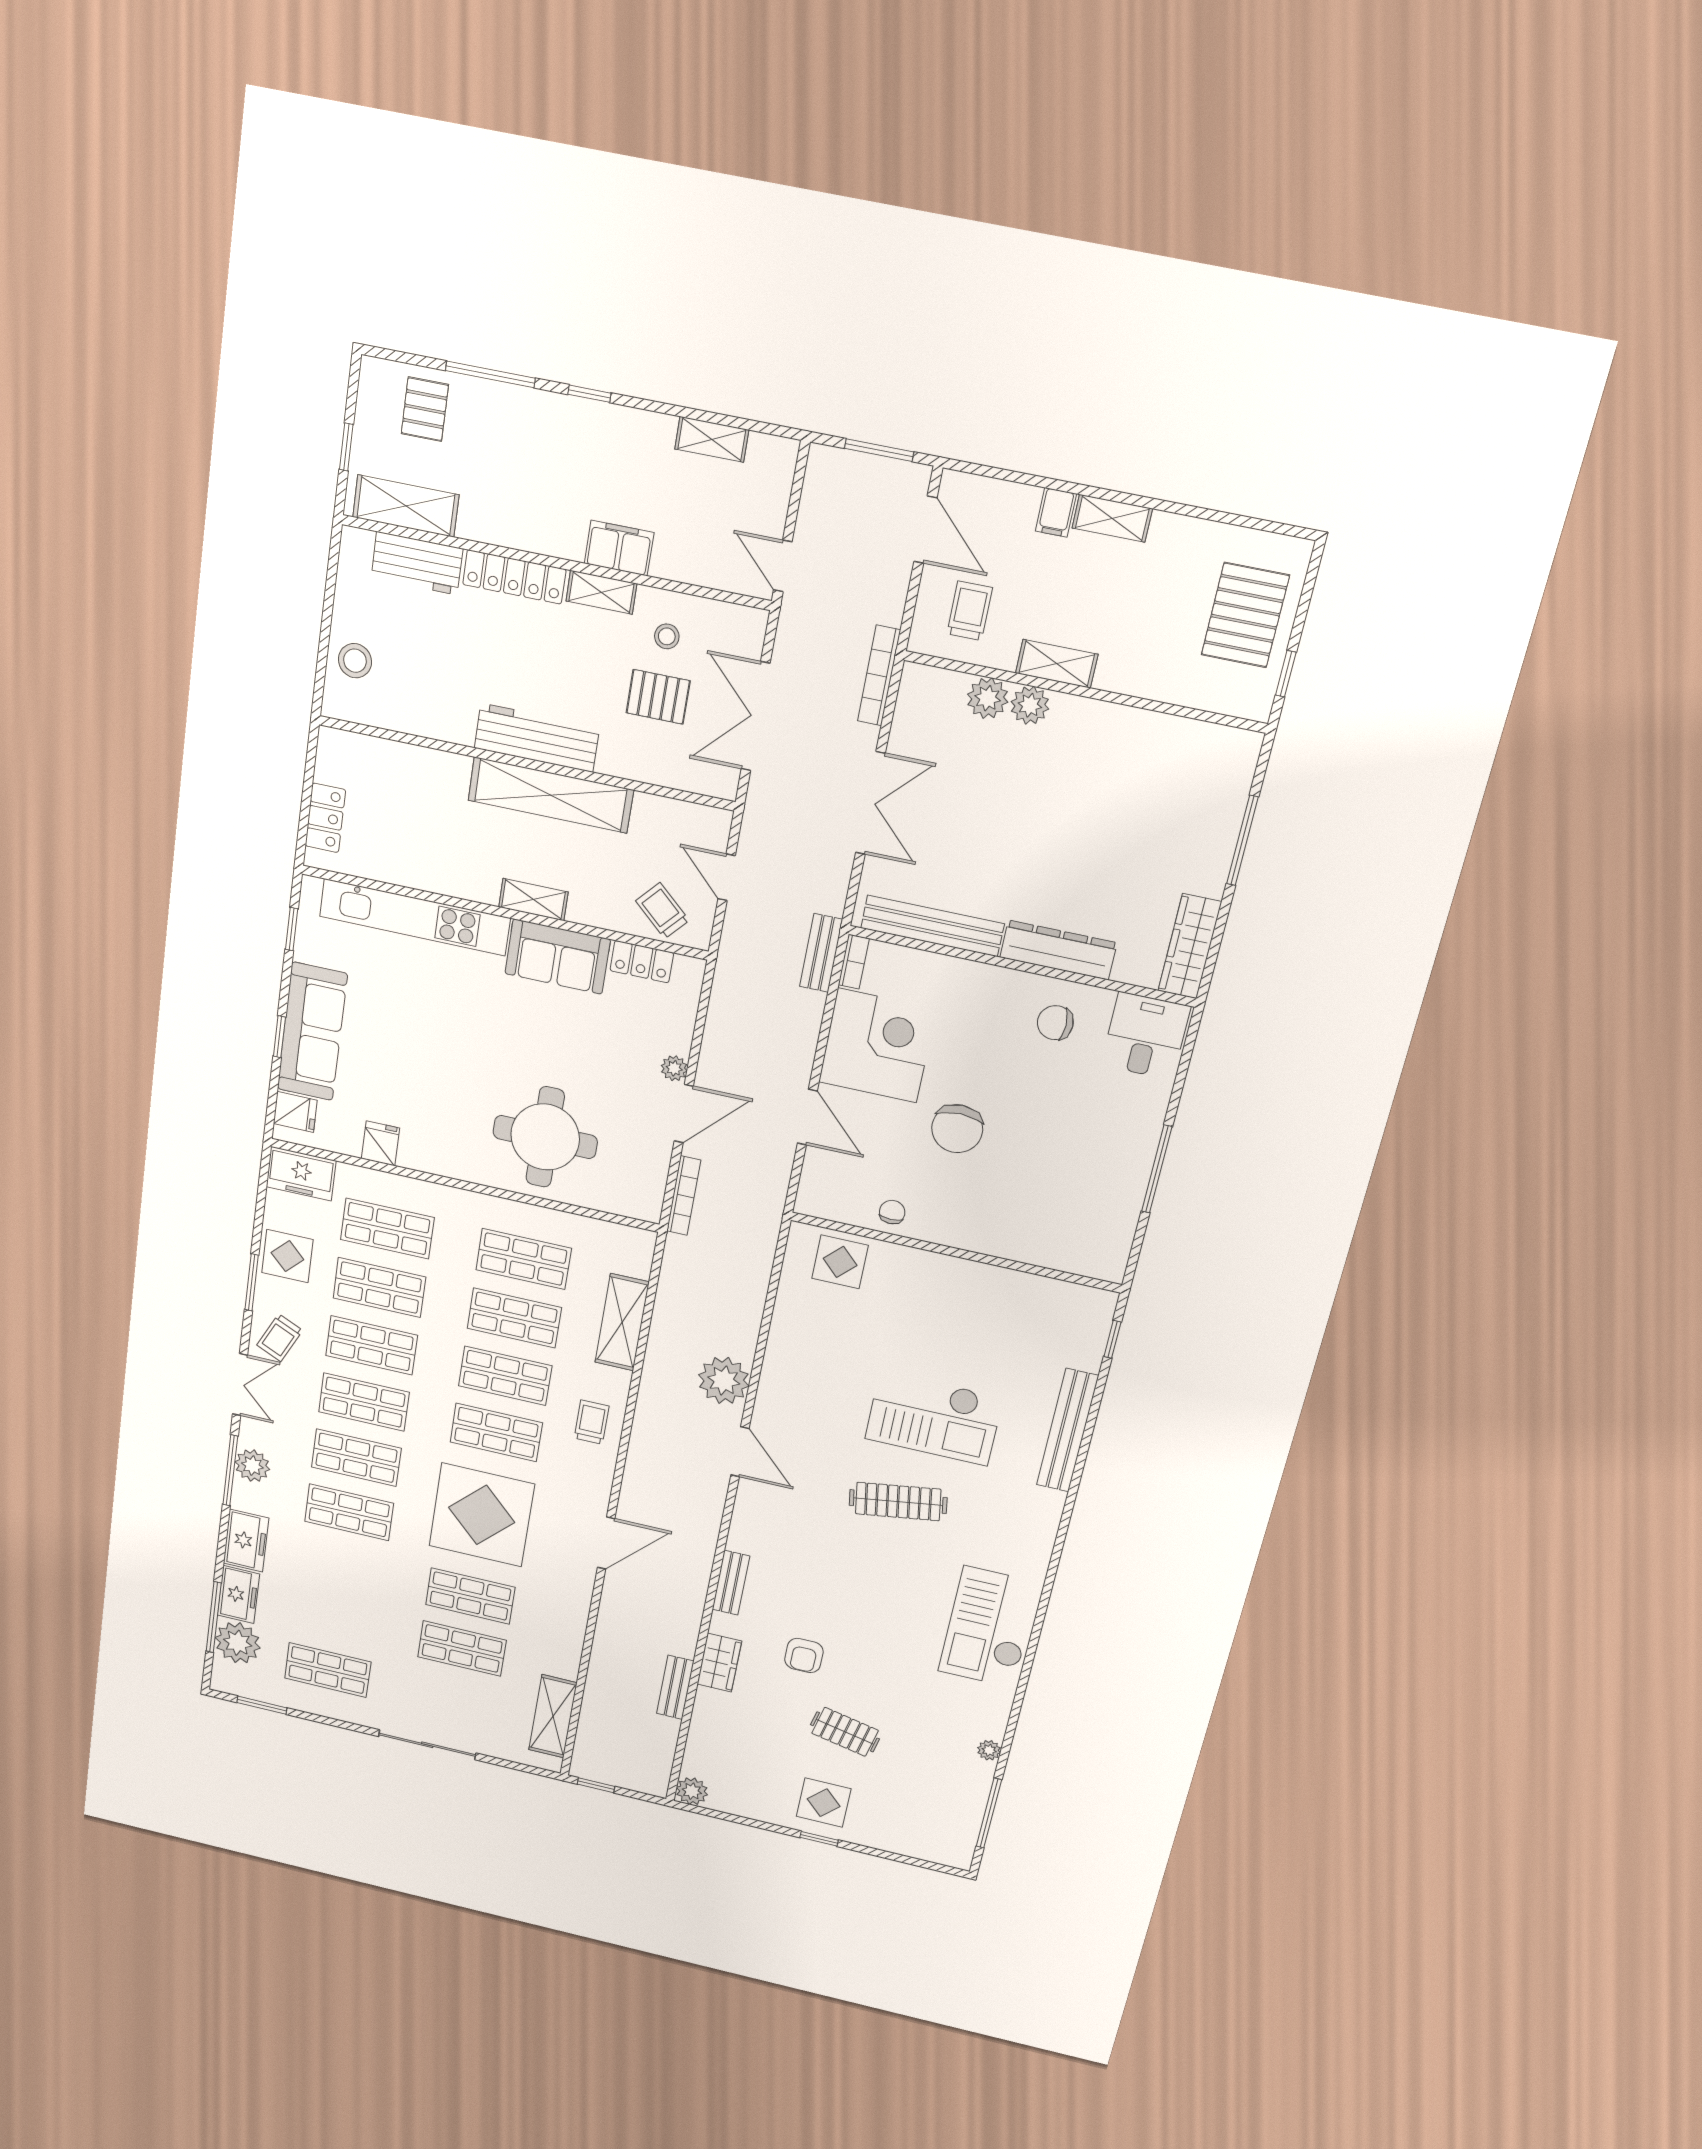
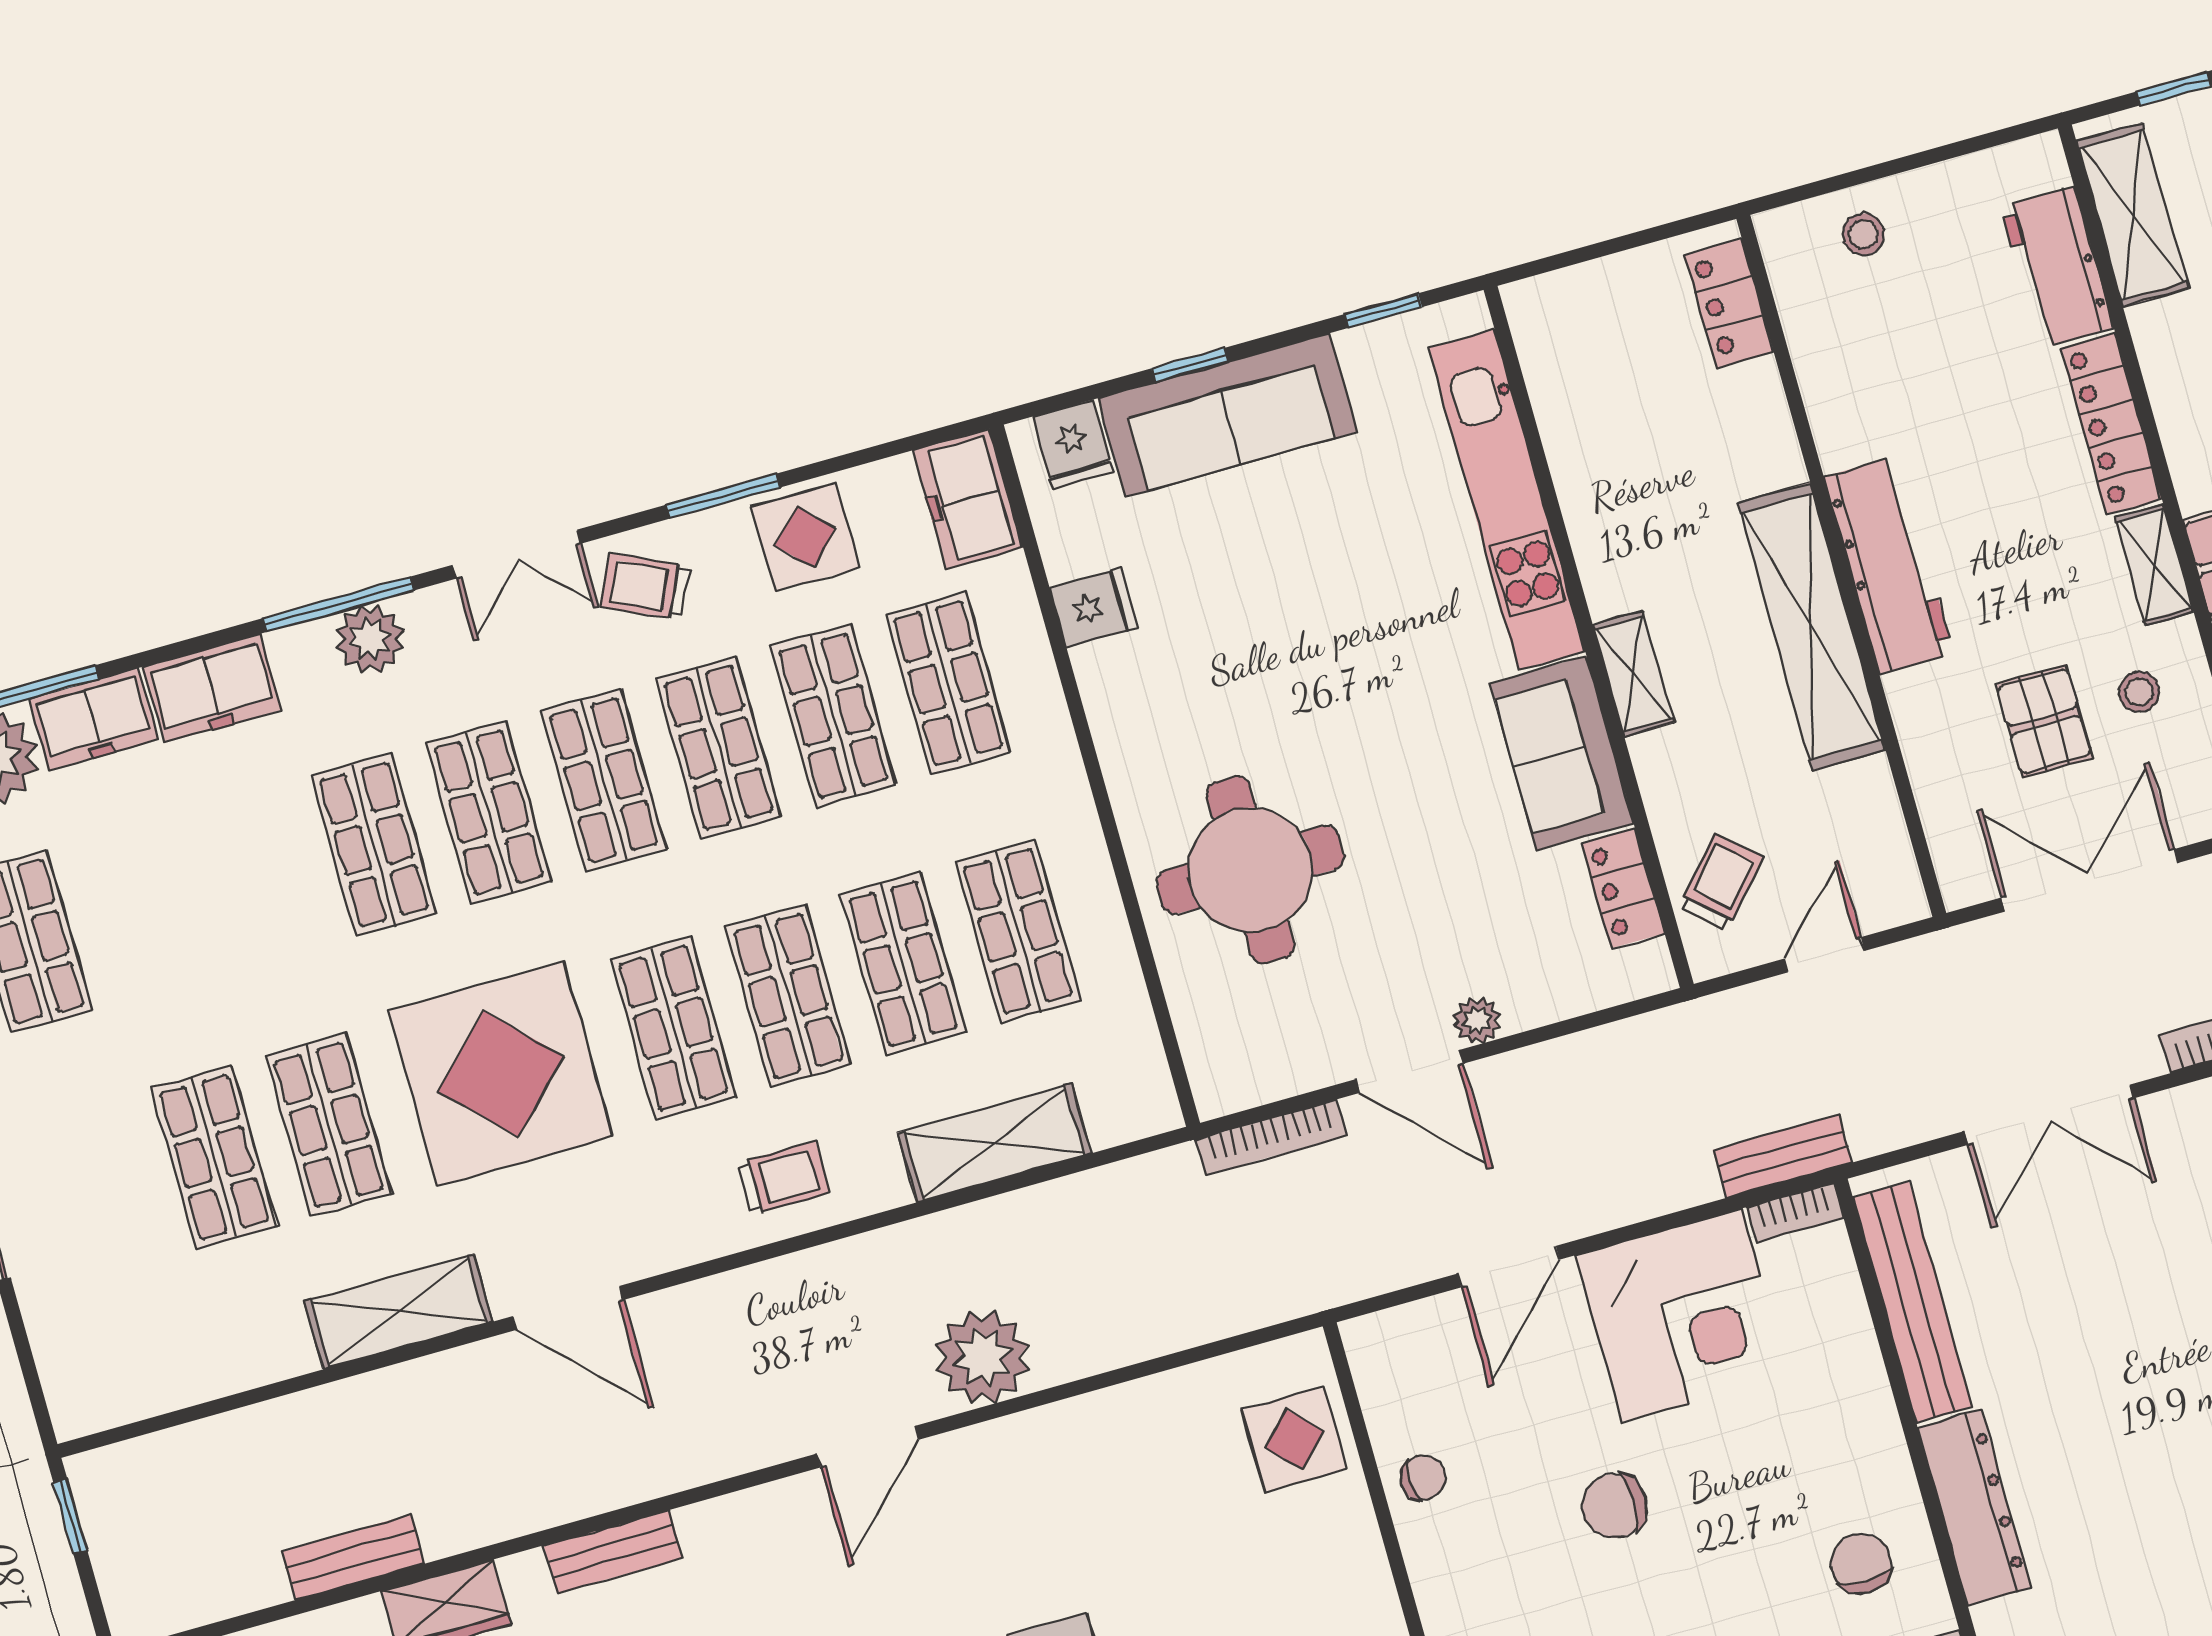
stool: (355, 661) -> (1863, 234), width x0.73, depth x0.73
locker: (325, 818) -> (1729, 303), moved, turned 90
chair: (957, 1129) -> (1615, 1506), width x0.73, depth x0.73
shelving: (553, 1716) -> (399, 1312), moved

